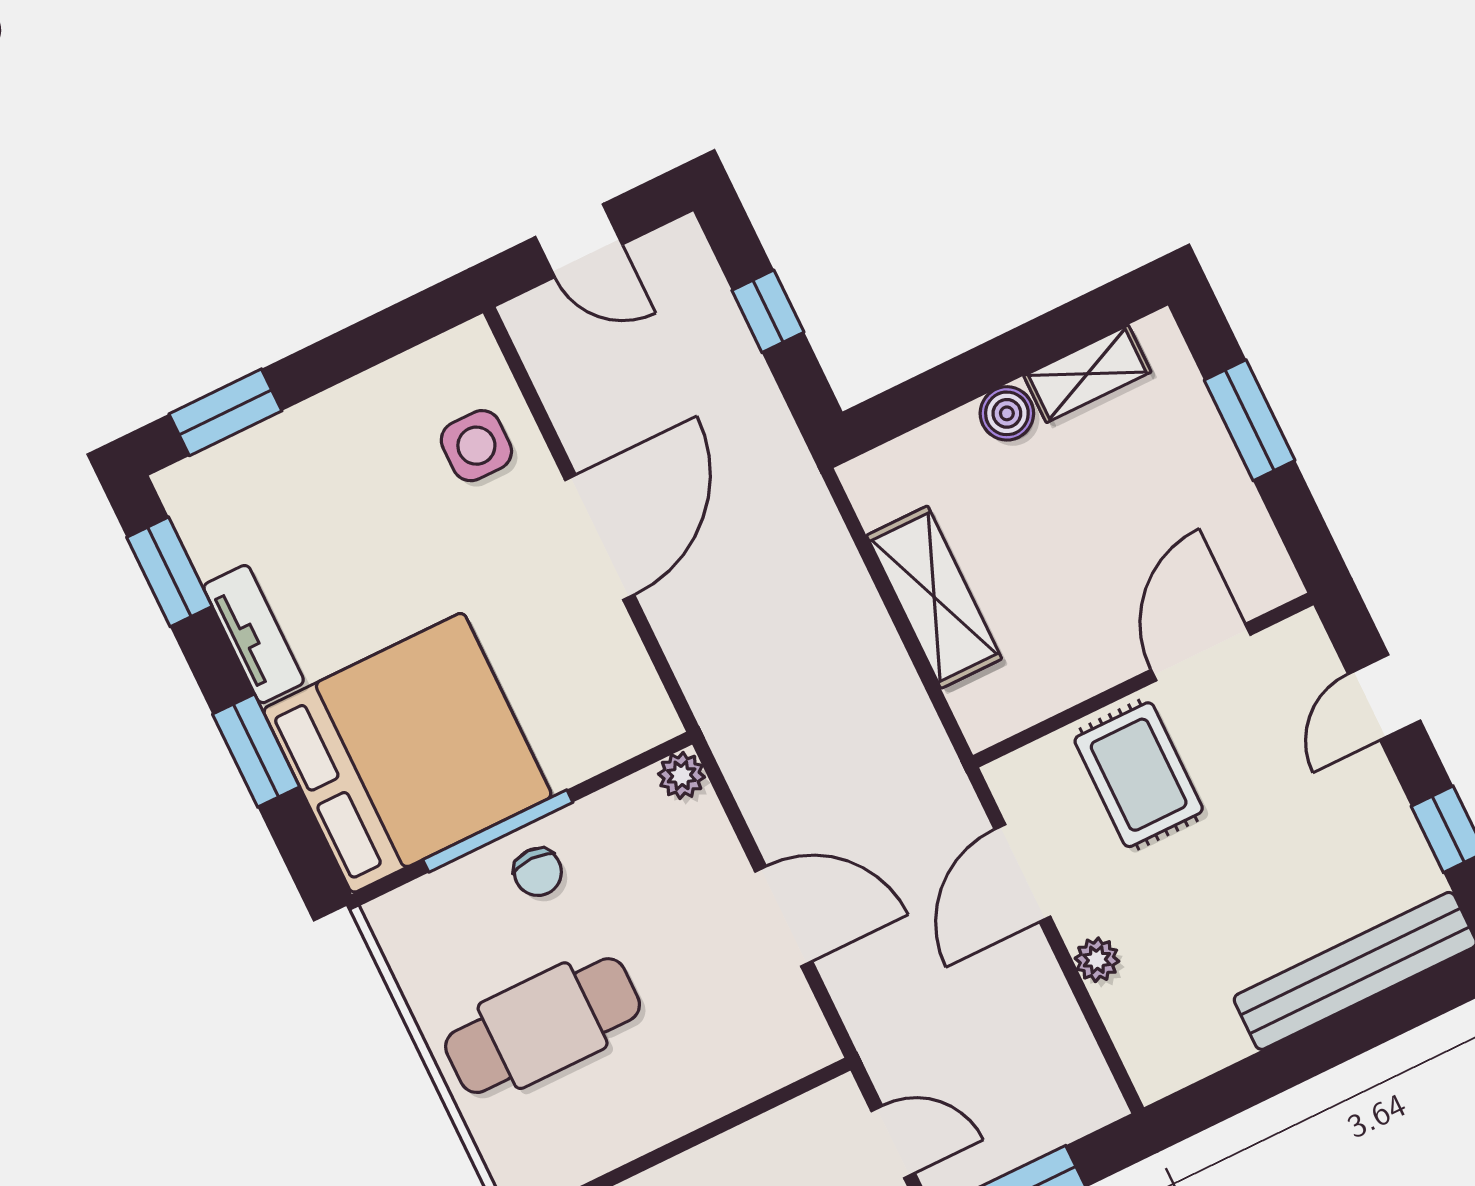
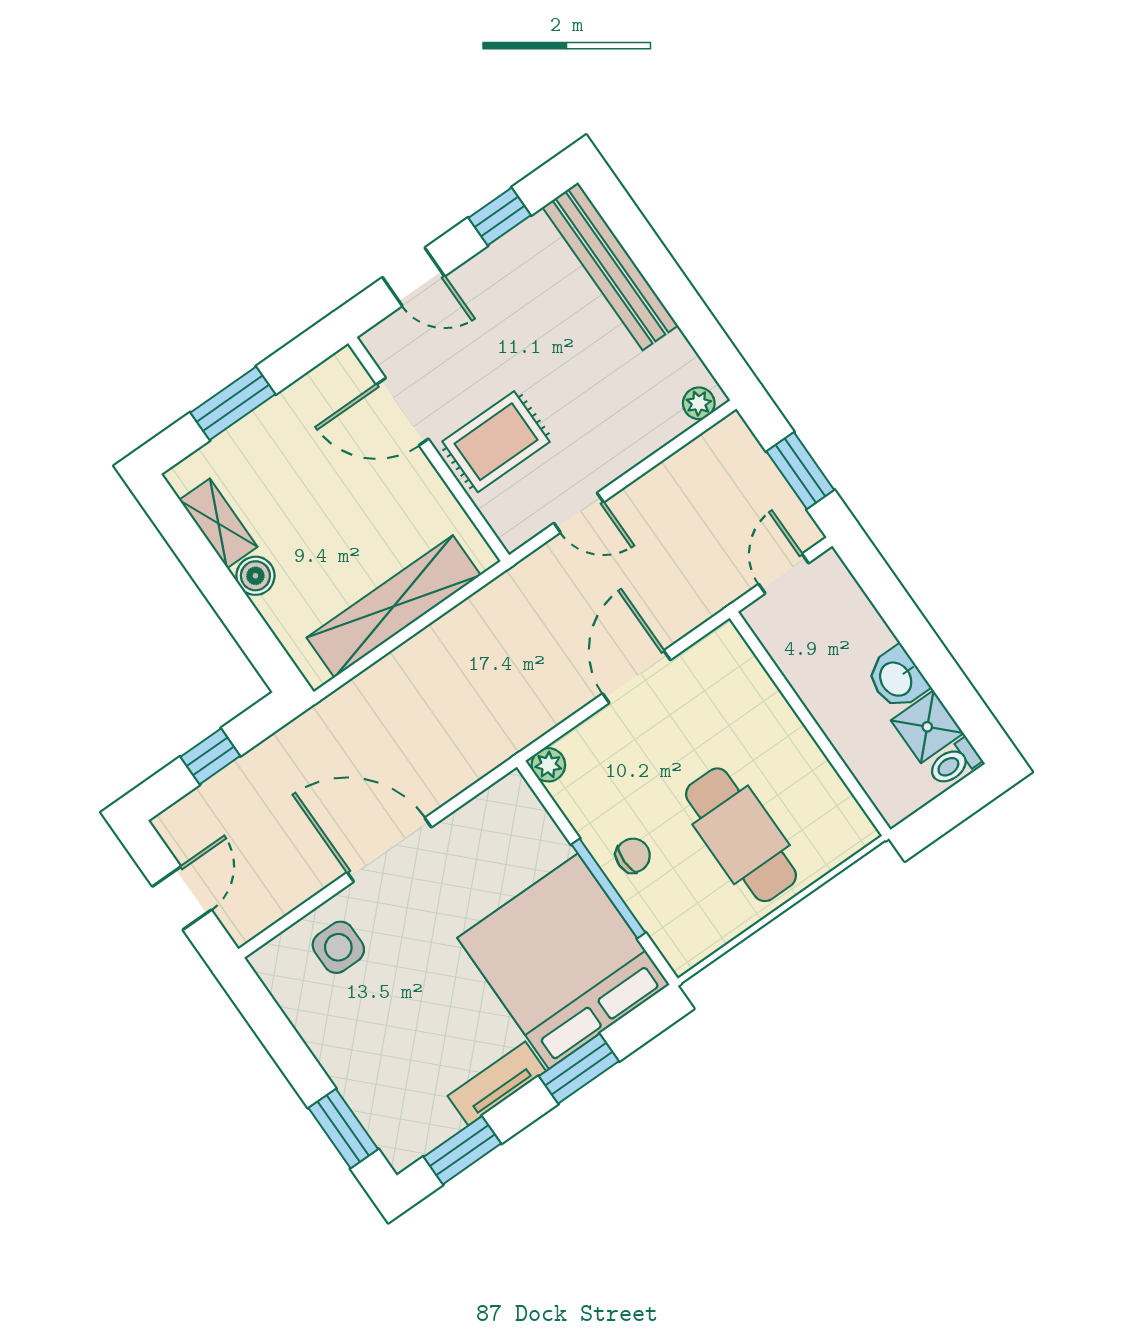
shelving: (934, 597) -> (394, 606), width x1.47
door: (1022, 873) -> (579, 513), width x0.73
plant: (1097, 960) -> (699, 403), moved

